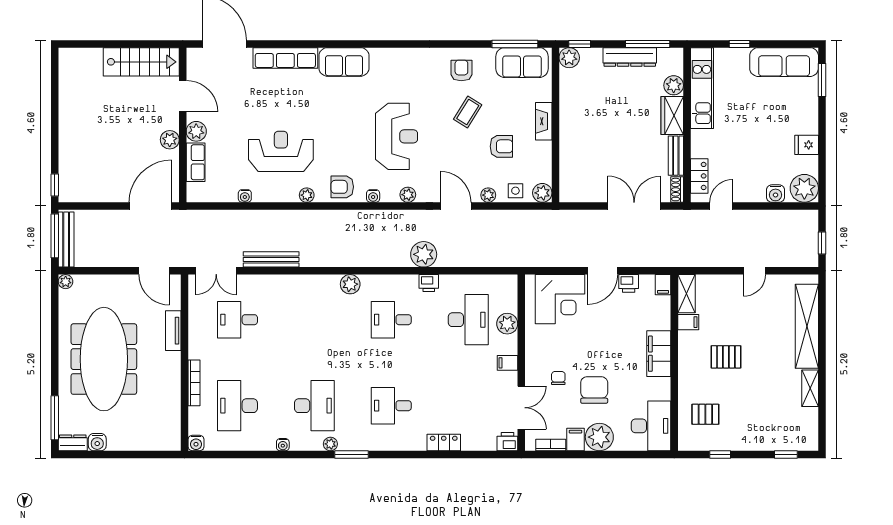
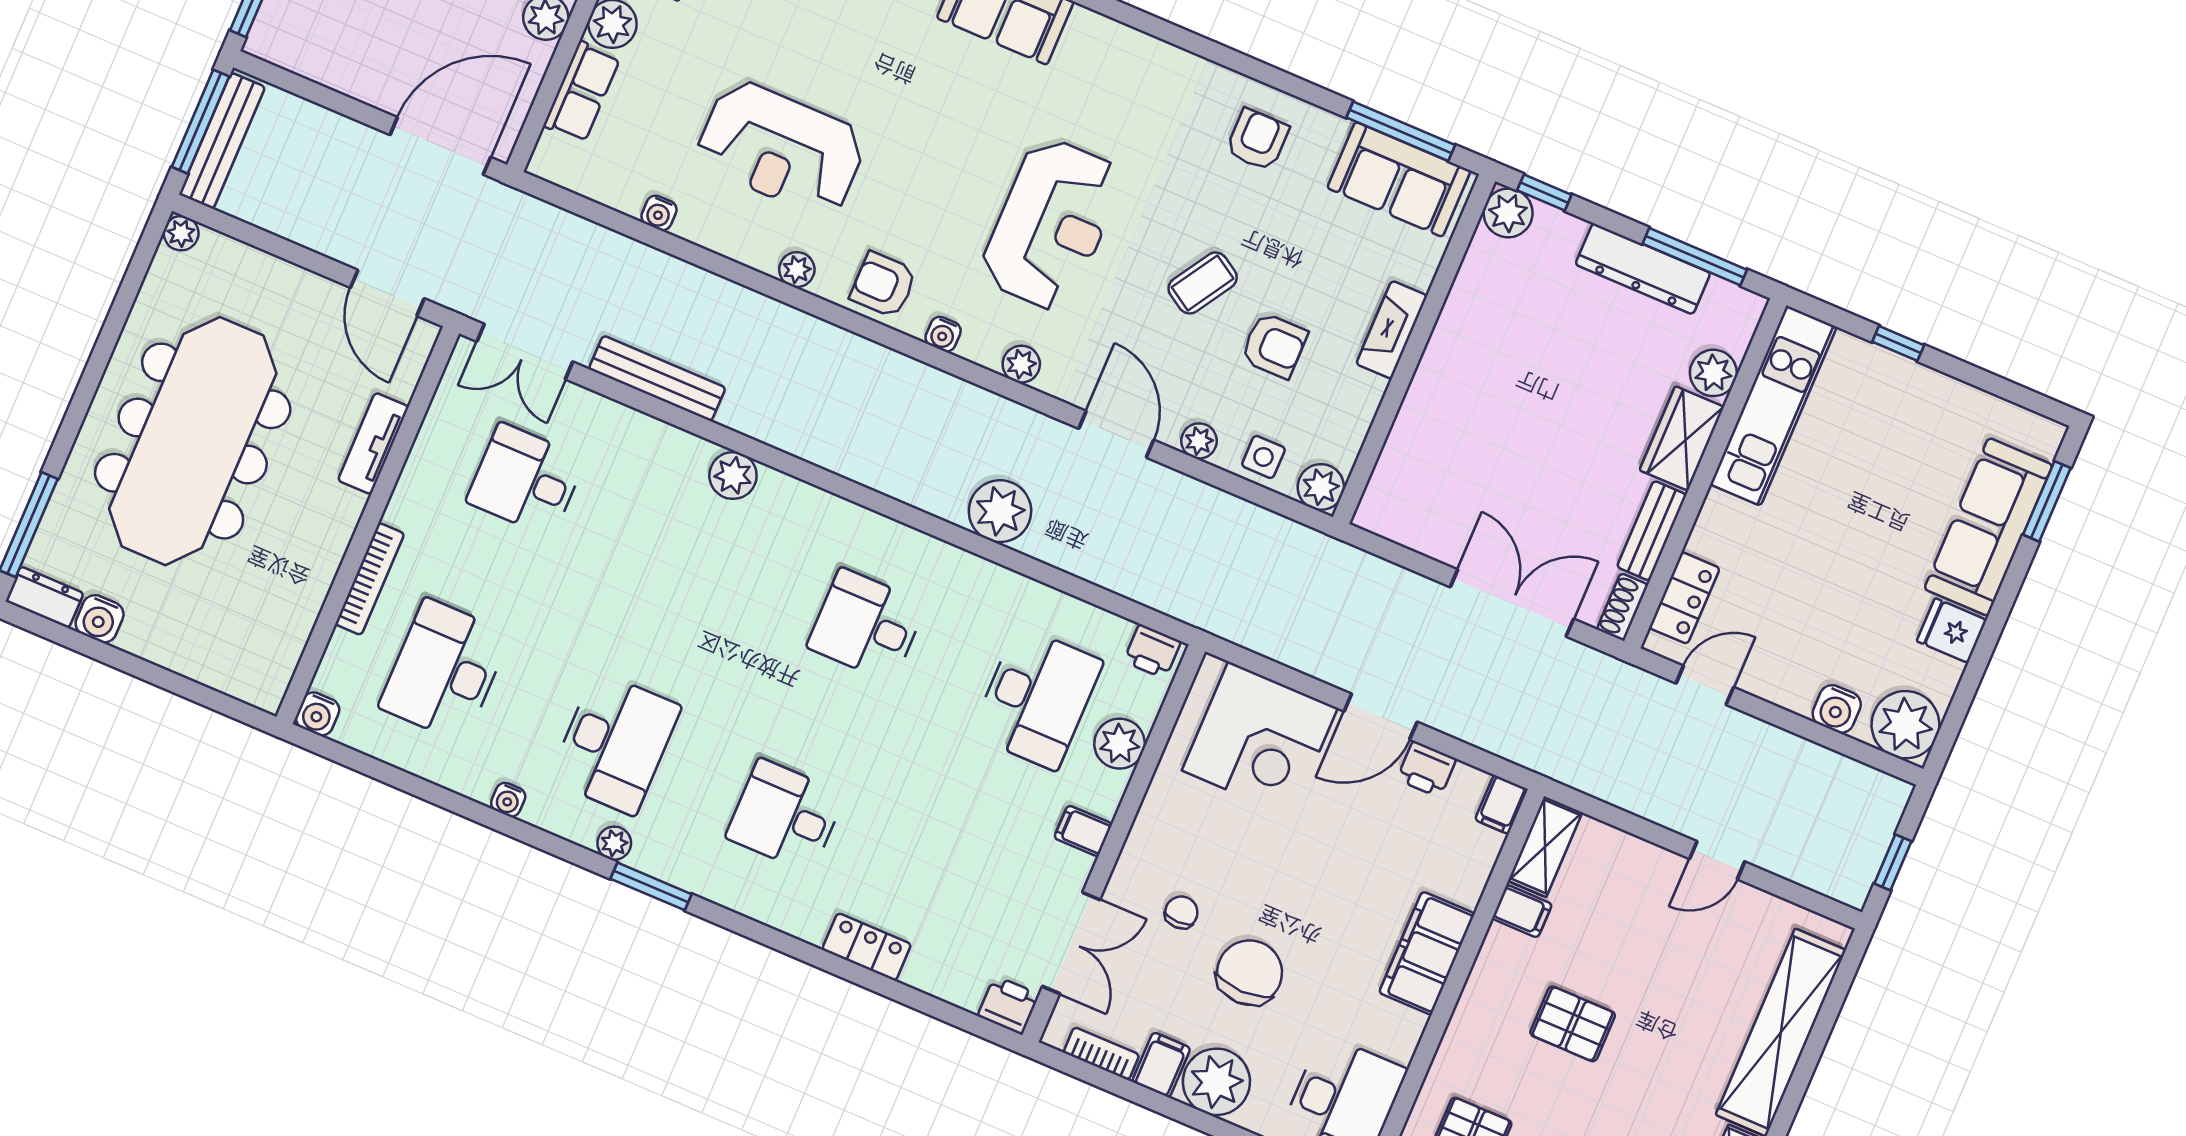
sofa: (784, 62) -> (1988, 527), moved, turned 90
coffee table: (468, 112) -> (1203, 283), moved
reception desk: (281, 151) -> (781, 148), turned 180
printer: (429, 283) -> (1152, 651), moved
plant: (350, 284) -> (733, 475), moved

